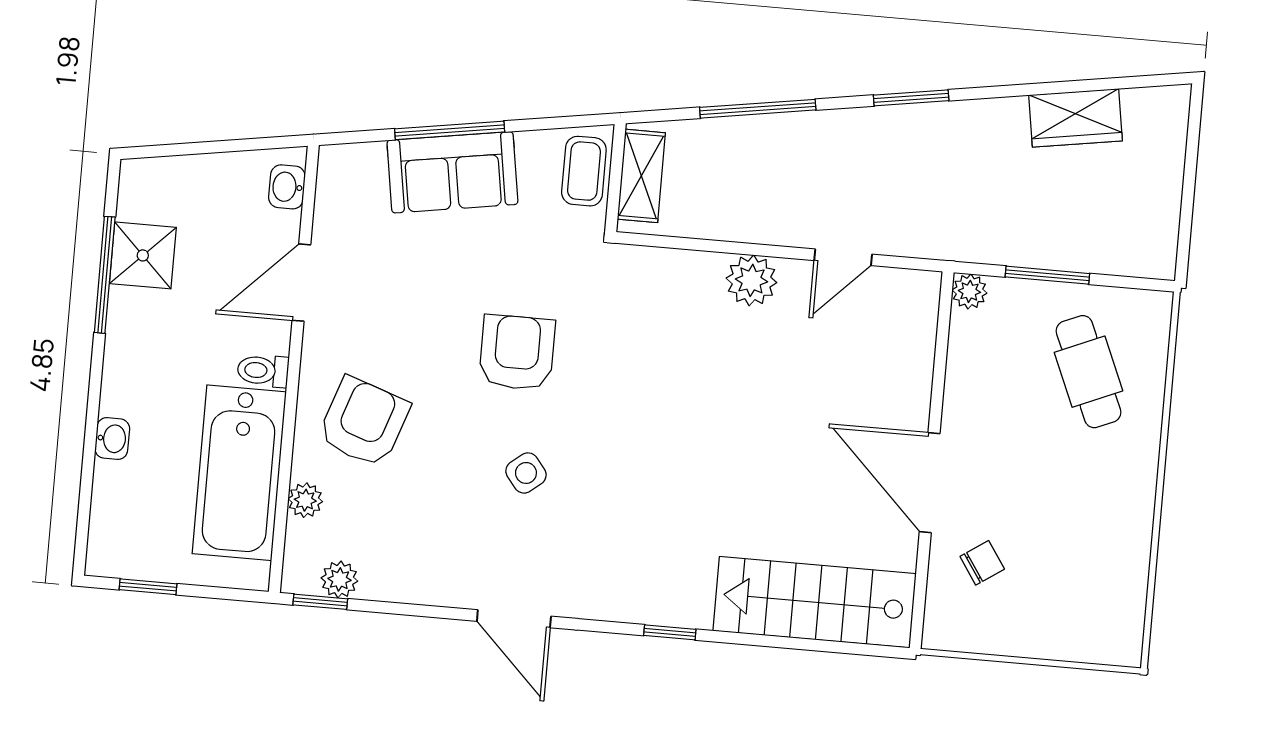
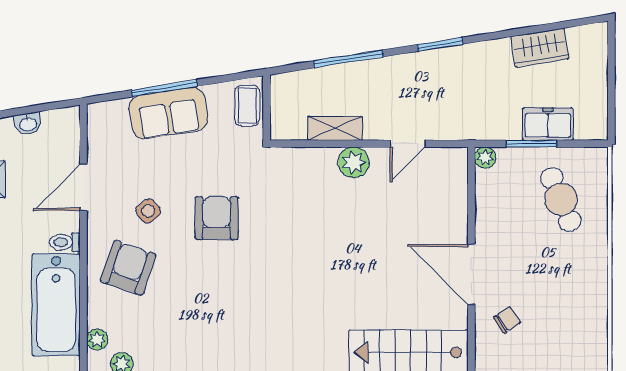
shelving: (641, 176) -> (335, 128), moved, turned 90
washbasin: (287, 187) -> (28, 124), moved, turned -99
freezer: (1078, 245) -> (548, 124), added
side table: (526, 473) -> (148, 211), moved
plant: (305, 500) -> (97, 340), moved

